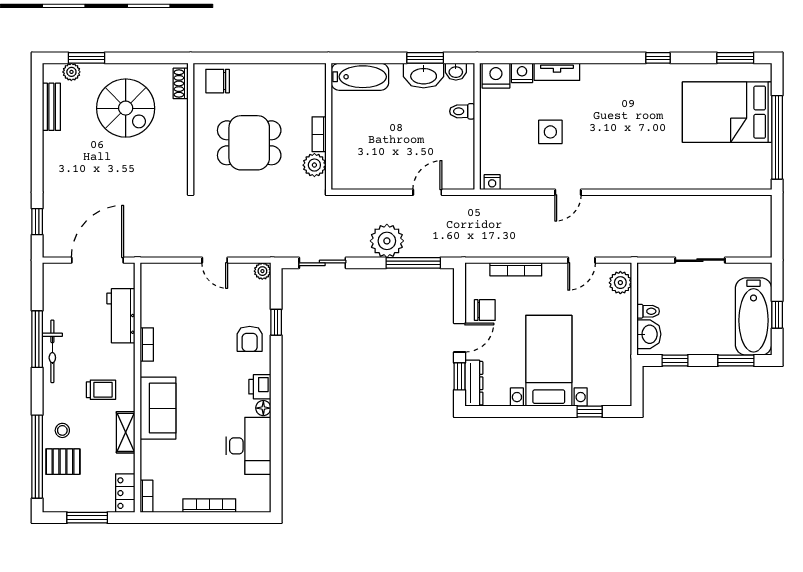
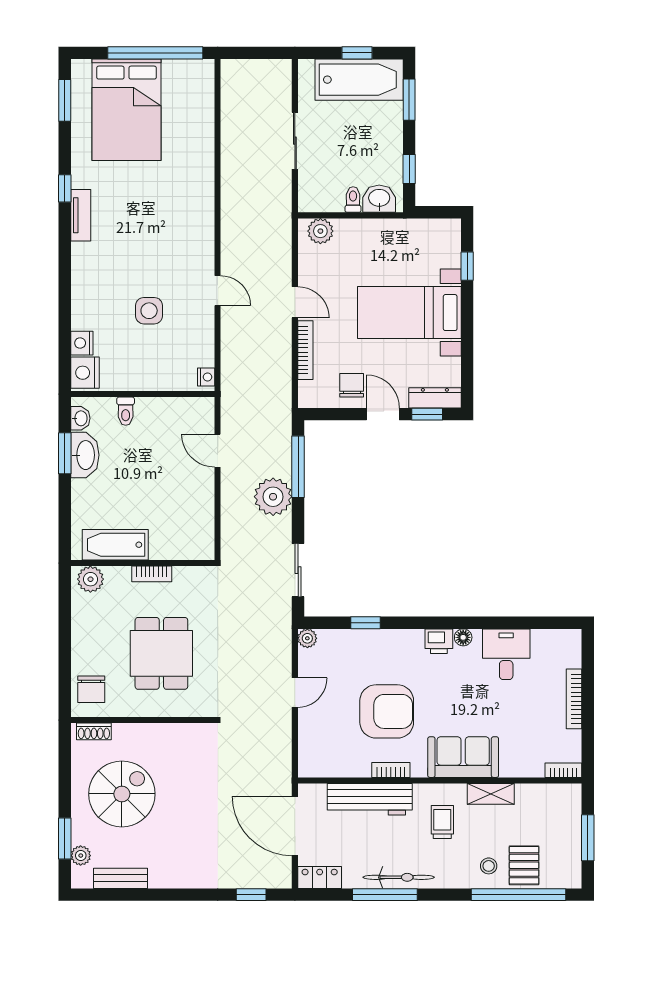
tv unit: (557, 72) -> (81, 215), moved
bathtub: (360, 77) -> (115, 545), moved, turned -90
plant: (314, 165) -> (90, 579), moved
door: (582, 260) -> (295, 302), moved
workbench: (121, 316) -> (370, 799), width x1.38
armchair: (250, 339) -> (387, 711), moved, width x1.88, depth x1.88
desk: (248, 446) -> (506, 654), width x0.73
locker: (125, 493) -> (320, 878), moved, turned 180

